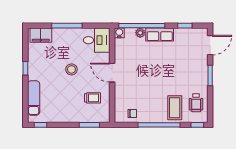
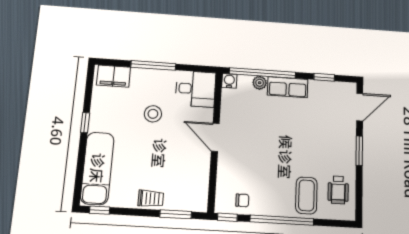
stool: (71, 69) -> (153, 114), moved
exam couch: (34, 98) -> (97, 168), width x1.36, depth x1.45
trolley: (92, 98) -> (151, 198), moved
window: (197, 125) -> (227, 217), moved

